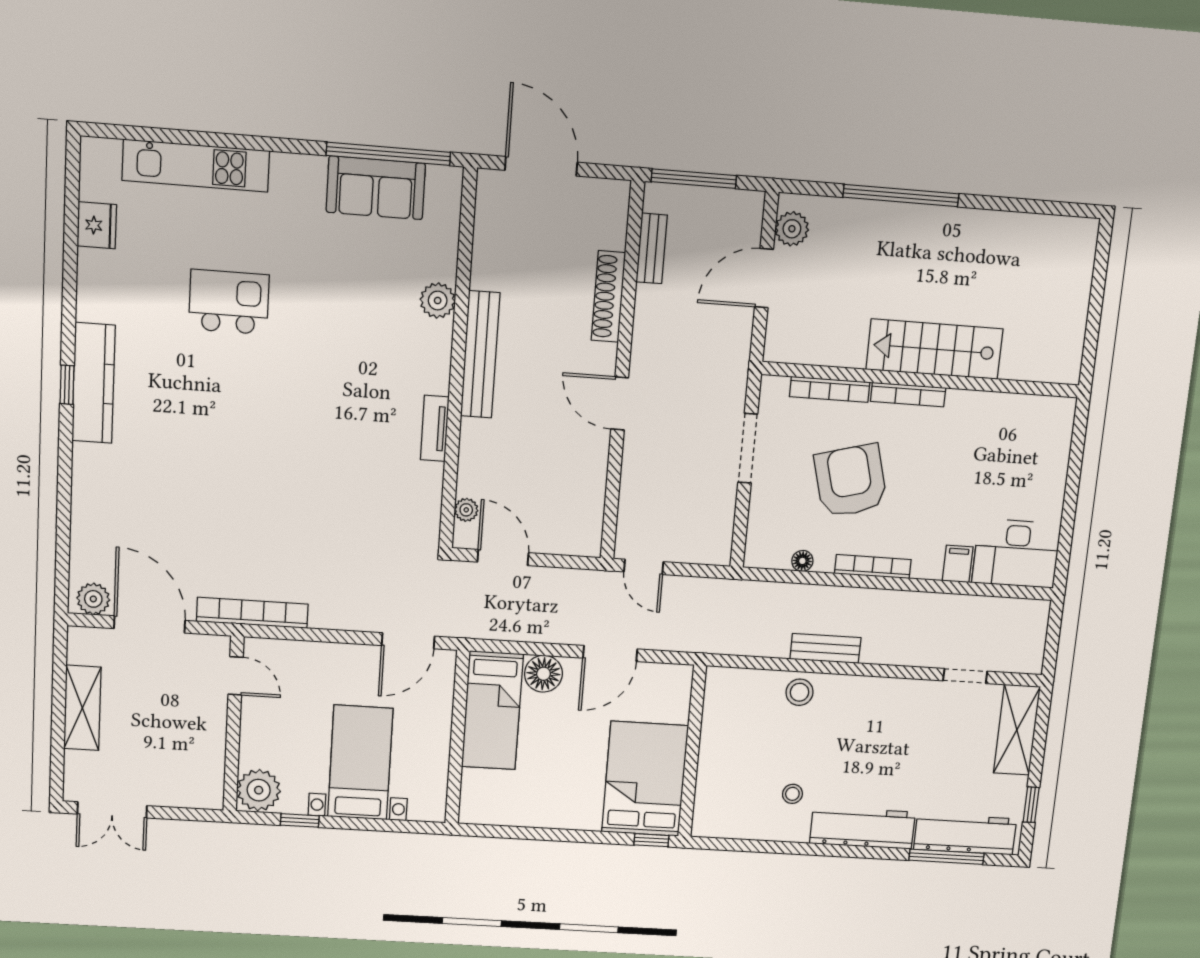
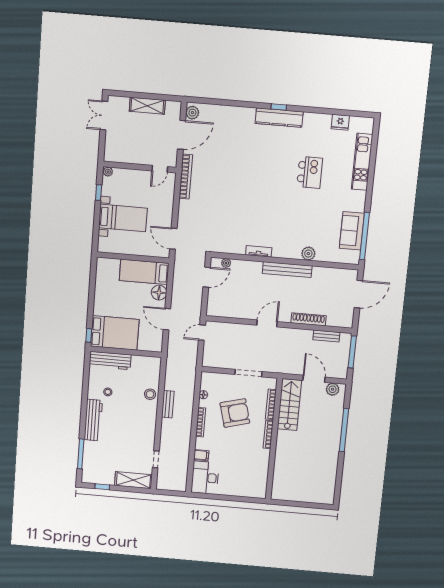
stairs: (934, 349) -> (289, 405), moved
plant: (259, 790) -> (108, 172), width x0.53, depth x0.53
workbench: (965, 834) -> (110, 360), moved, turned 90

